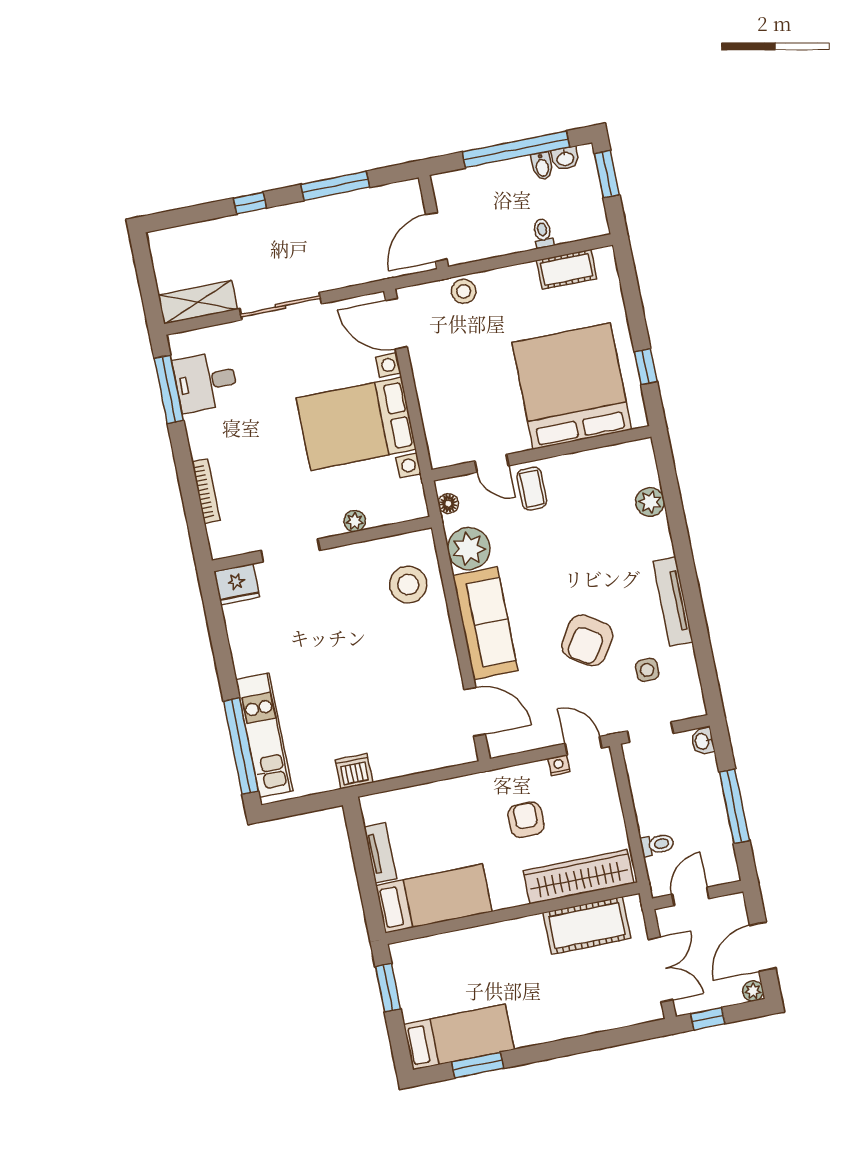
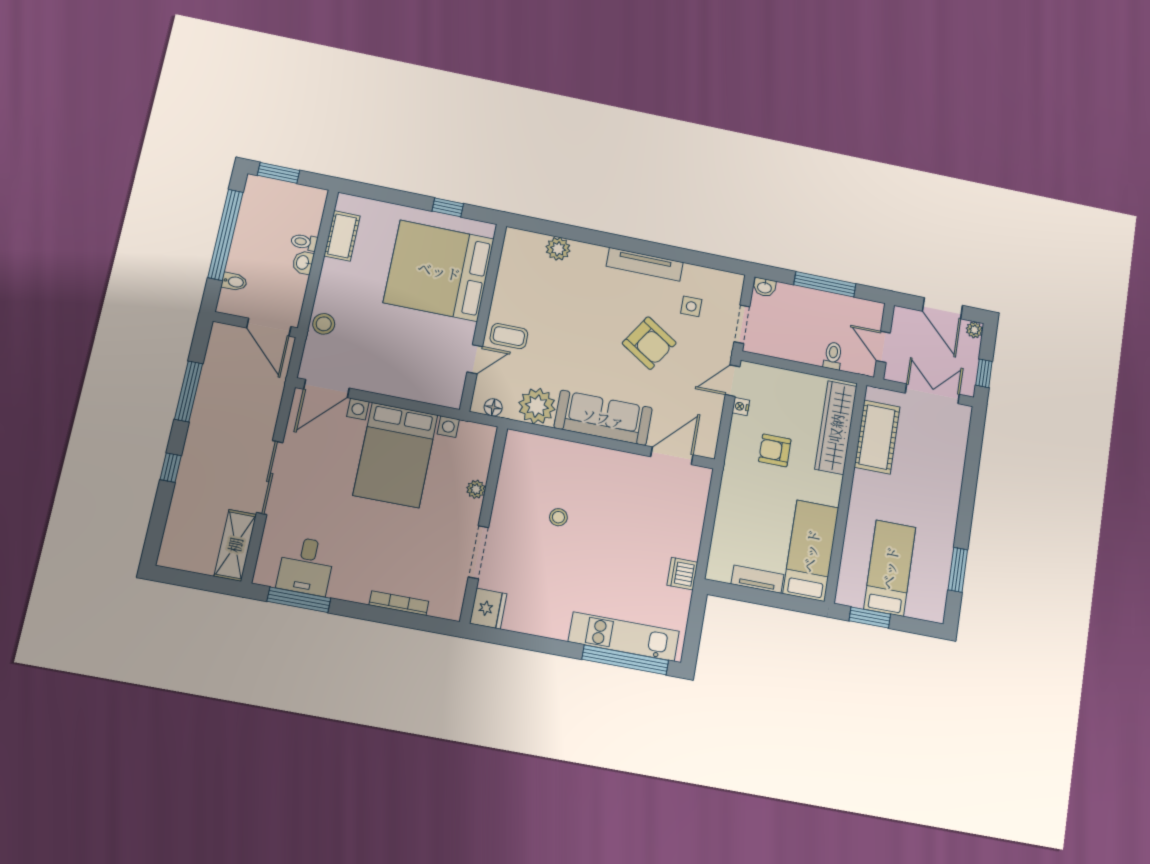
washbasin: (565, 158) -> (303, 263), moved, turned 180
bidet: (542, 166) -> (234, 282), moved
stool: (408, 585) -> (558, 517), moved, width x0.53, depth x0.53
bed: (459, 1037) -> (890, 568), moved

